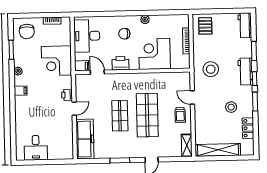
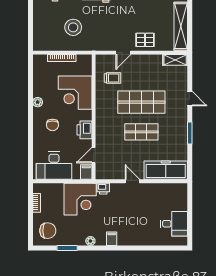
pallet: (205, 26) -> (145, 40), moved
stool: (211, 69) -> (73, 27), moved
printer: (67, 95) -> (103, 189), moved
stool: (231, 107) -> (135, 11), removed
trolley: (180, 115) -> (112, 78), moved

